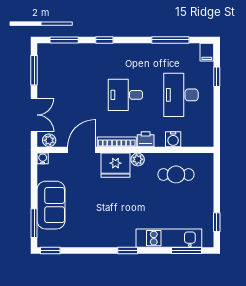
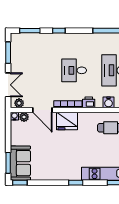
door: (81, 150) -> (42, 110), swing flipped
plant: (138, 159) -> (24, 117), moved
sofa: (51, 205) -> (20, 163), moved

